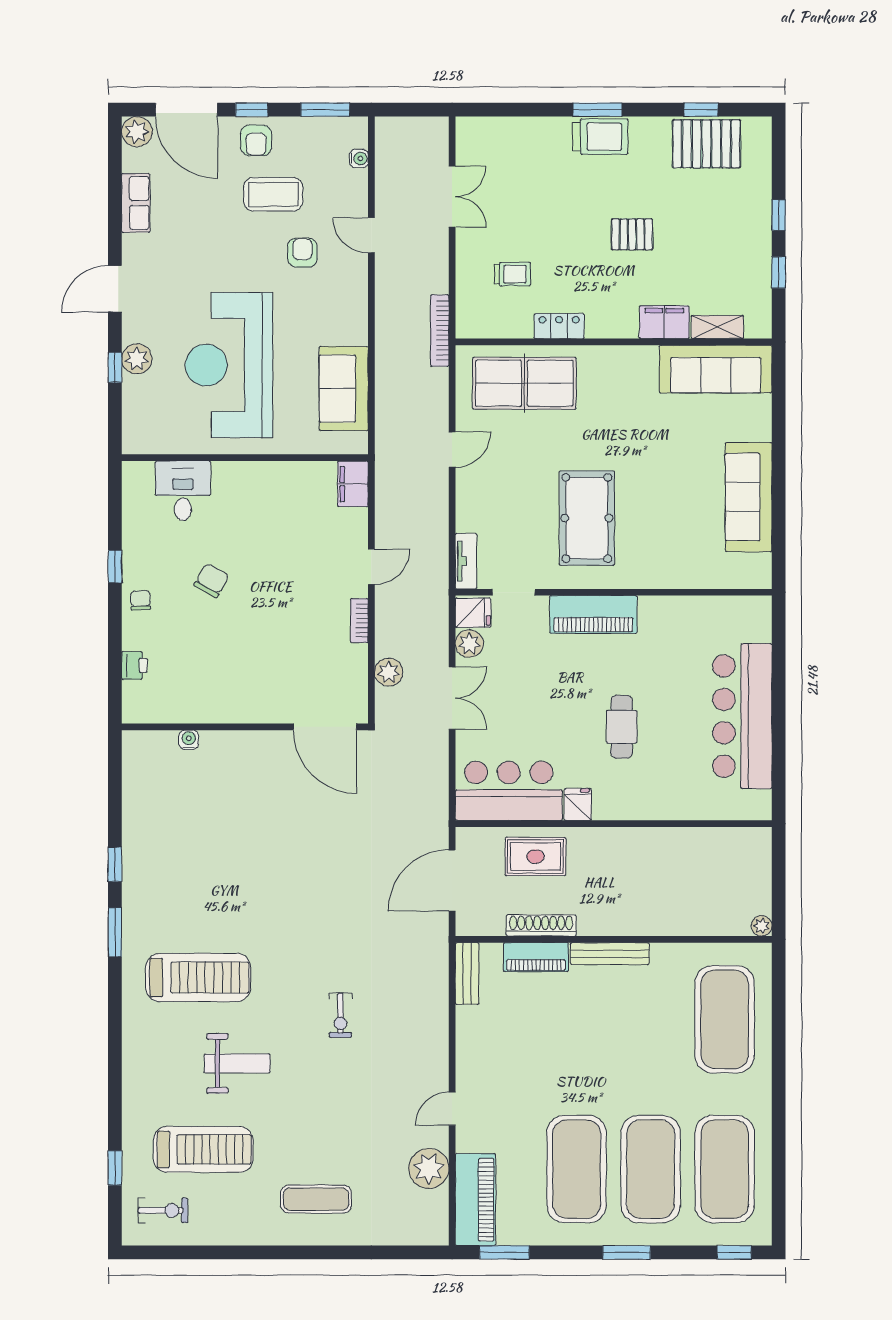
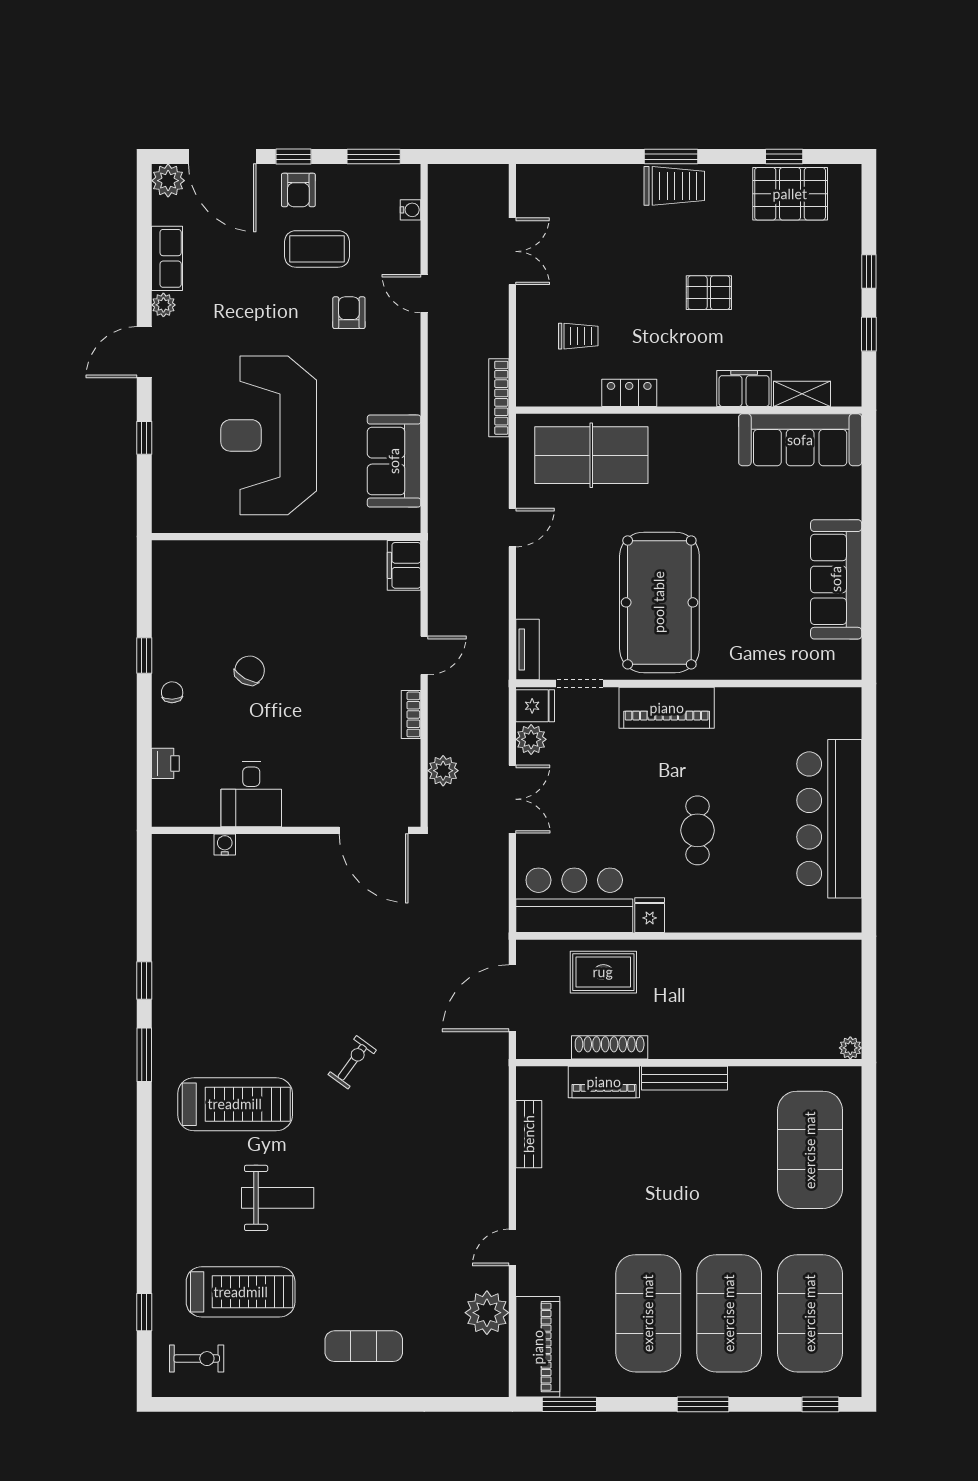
plant: (137, 359) -> (163, 305), moved, width x0.73, depth x0.73
desk: (183, 491) -> (251, 794), moved, turned 180
pool table: (587, 518) -> (659, 602), width x1.36, depth x1.32
bench: (467, 974) -> (529, 1134), moved
exercise bike: (340, 1015) -> (352, 1062), moved, turned -144

